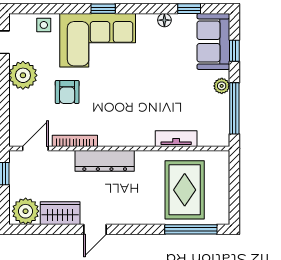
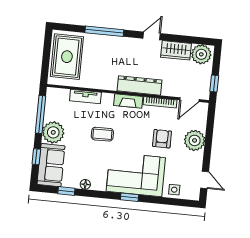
plant: (23, 75) -> (195, 140), moved
plant: (222, 86) -> (53, 132), width x1.88, depth x1.88
coffee table: (148, 90) -> (102, 134), added
fireplace: (118, 138) -> (128, 101), added
rug: (185, 190) -> (67, 57), moved
window: (191, 229) -> (104, 31), moved

